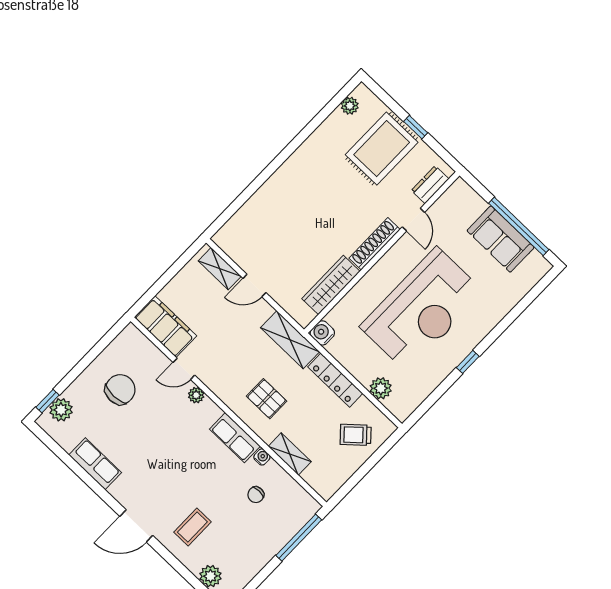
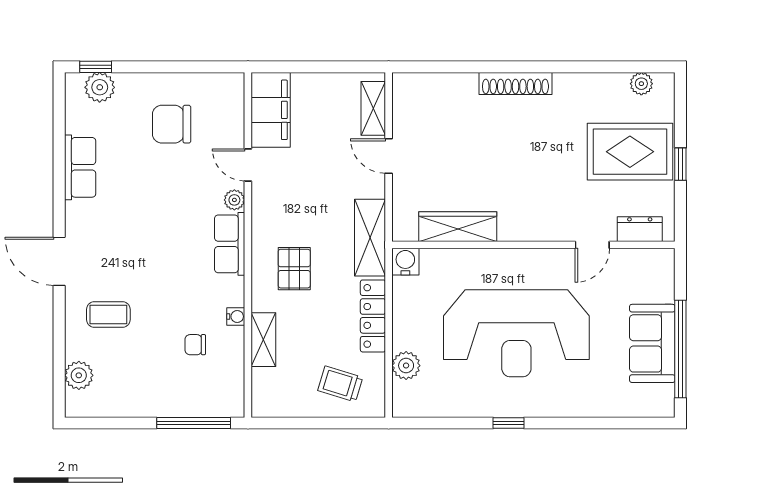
shoe rack: (375, 244) -> (515, 84), moved, turned 180
chair: (120, 390) -> (172, 124), turned 180
trolley: (356, 435) -> (340, 384), turned -31
row of seats: (235, 438) -> (230, 244), moved

